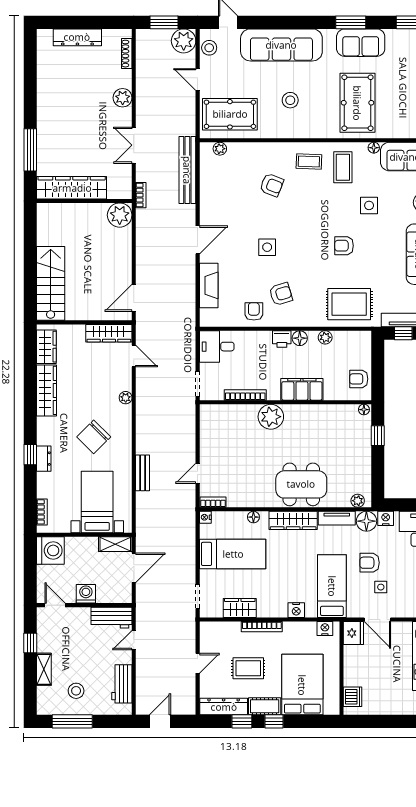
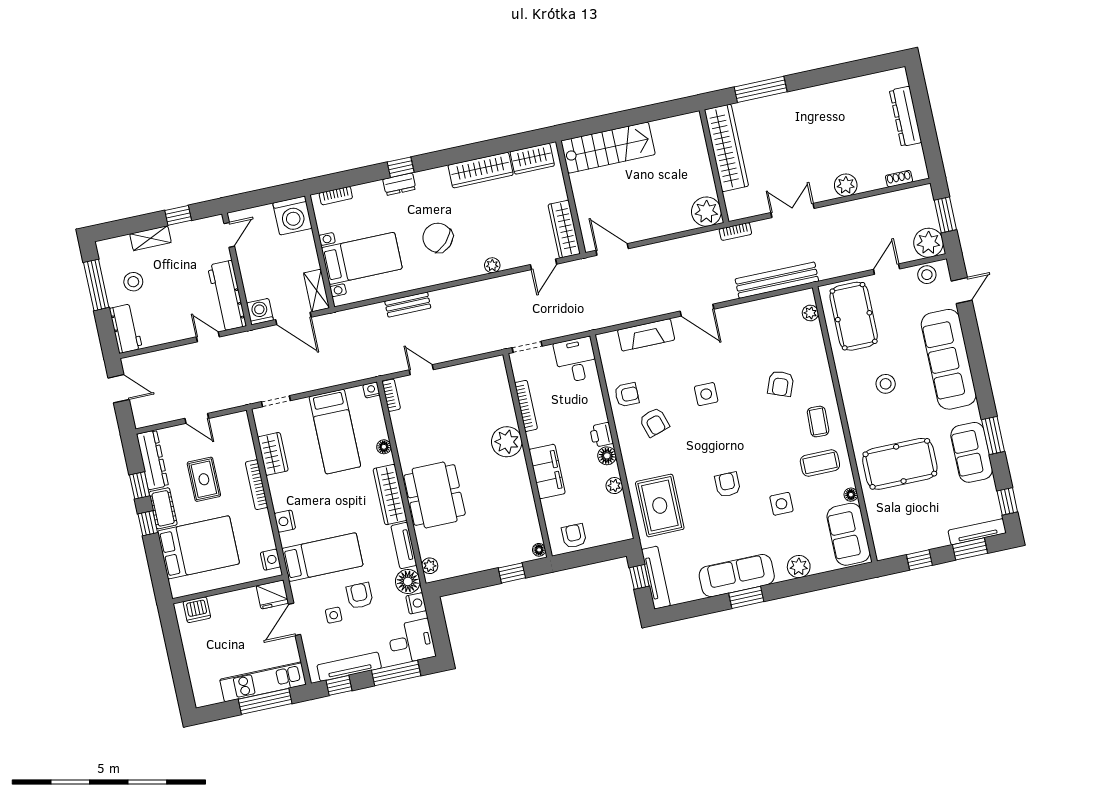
shoe rack: (127, 54) -> (899, 179), width x0.70
washing machine: (86, 594) -> (260, 312), moved, turned -90
workbench: (111, 618) -> (227, 296), width x1.38
workbench: (122, 684) -> (126, 328), moved, turned 90

